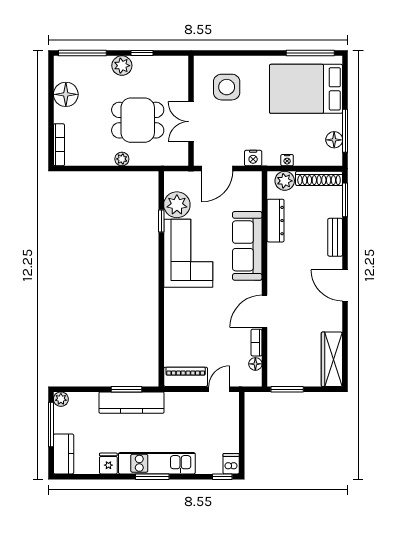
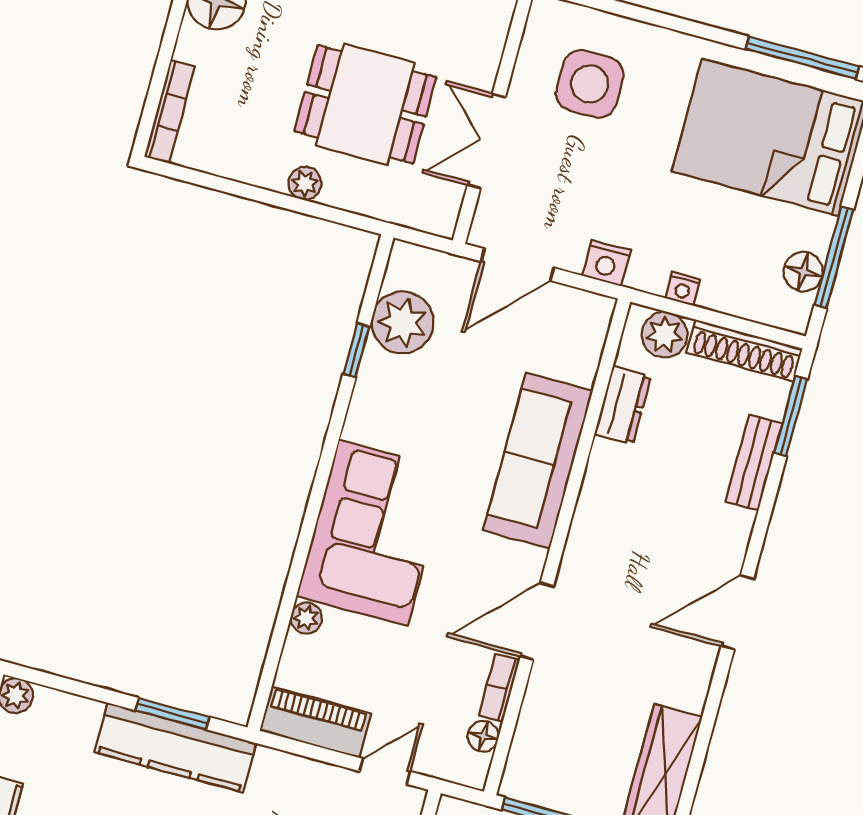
dresser: (276, 221) -> (623, 405), width x0.70
bench: (335, 237) -> (754, 463), moved
corner sofa: (188, 253) -> (373, 533), moved
door: (345, 285) -> (737, 612), hinge flipped
plant: (170, 336) -> (306, 618), added

